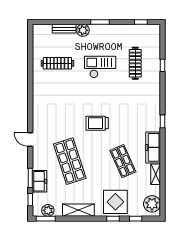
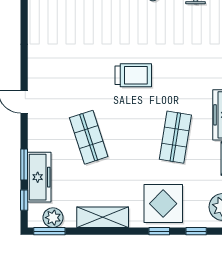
trolley: (97, 123) -> (133, 75), turned 180
shop shelf: (70, 161) -> (89, 137), width x0.70, depth x0.74
shop shelf: (123, 161) -> (175, 137), turned 33
freezer: (39, 181) -> (39, 177), width x1.40

